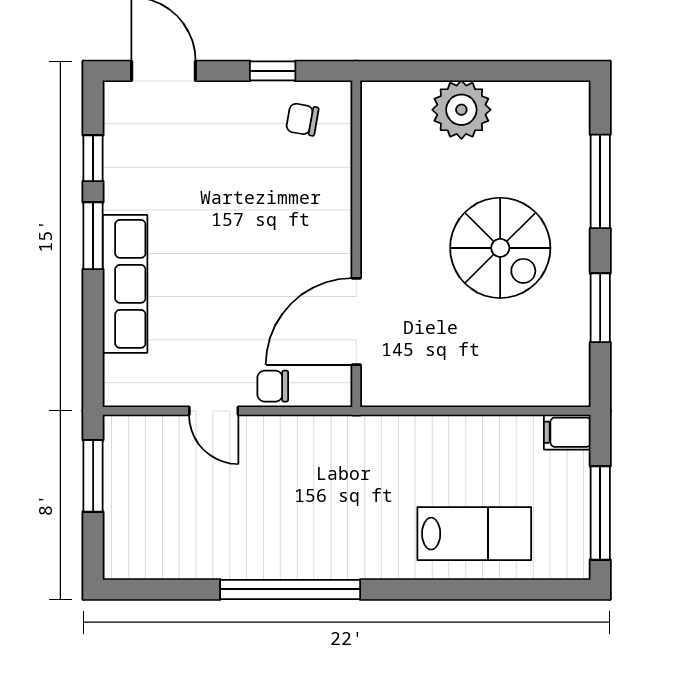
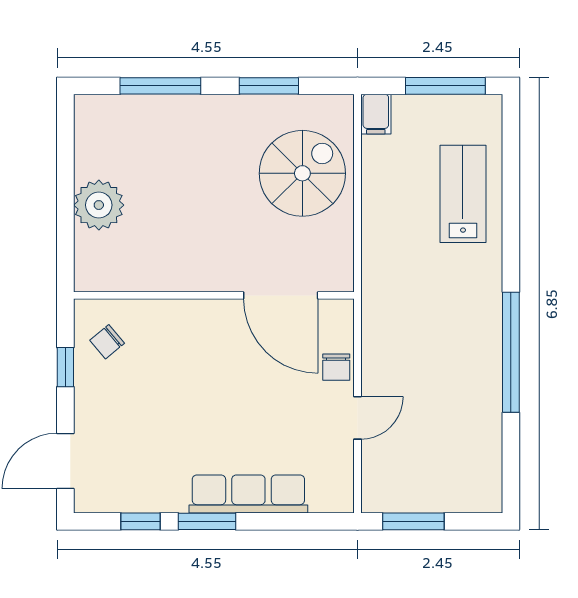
chair: (302, 119) -> (107, 342), turned 40
spiral stairs: (500, 248) -> (302, 173), moved

